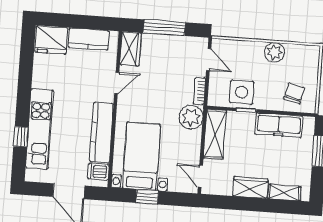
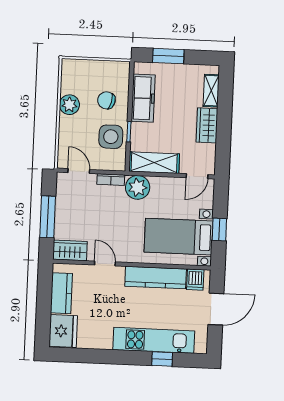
door: (209, 60) -> (79, 171), hinge flipped
chair: (294, 93) -> (106, 100), moved

